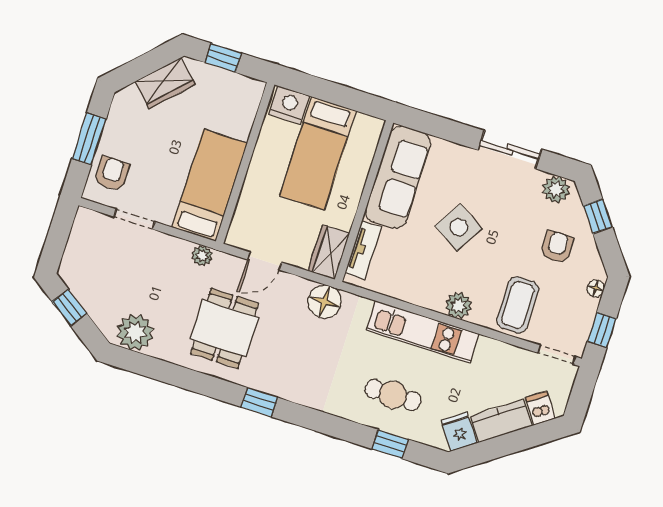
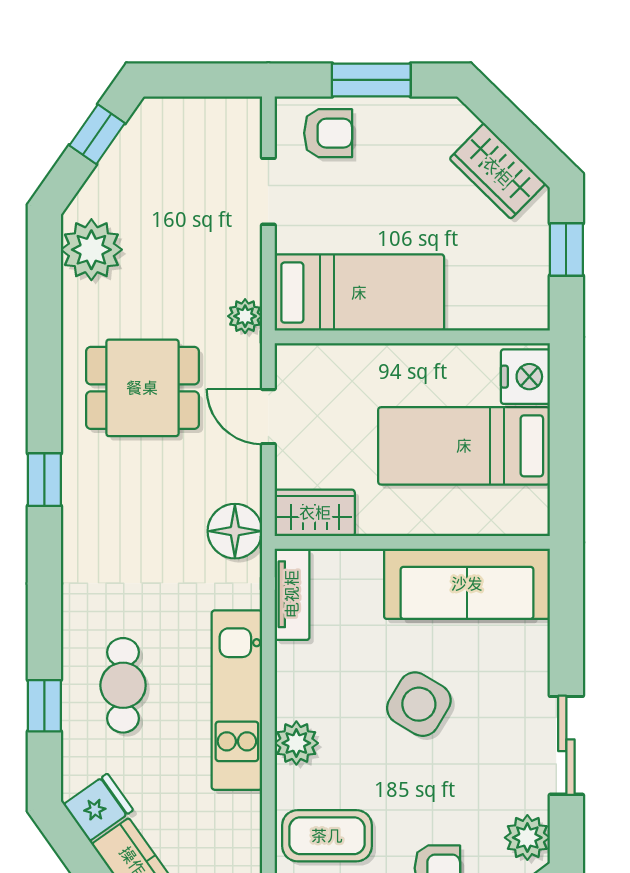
tv unit: (363, 250) -> (292, 594), moved, turned -90

